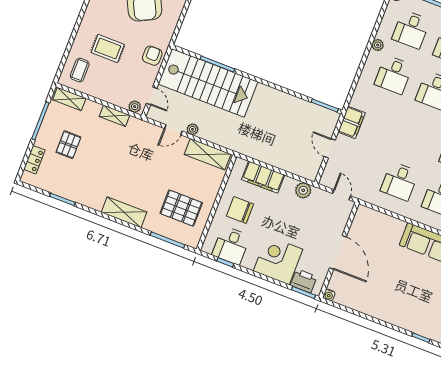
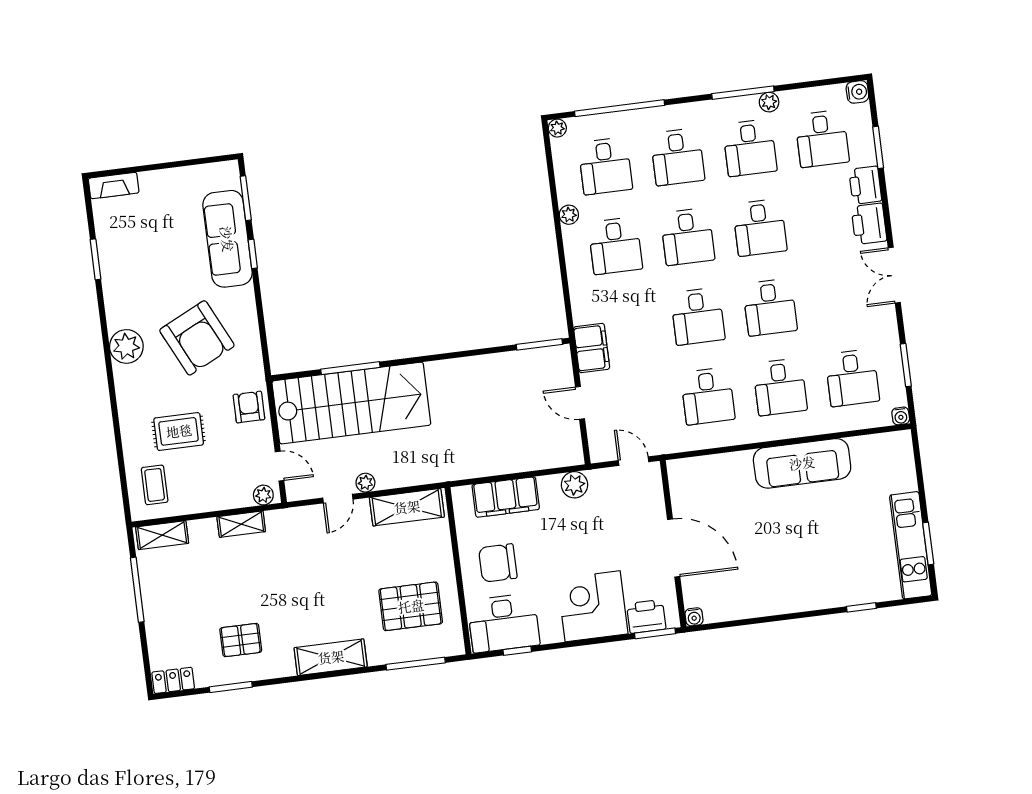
desk: (417, 136) -> (698, 316), added
pallet: (68, 145) -> (241, 640), moved, turned 90
locker: (34, 160) -> (173, 680), moved, turned -90
desk: (231, 245) -> (504, 623), width x1.37

